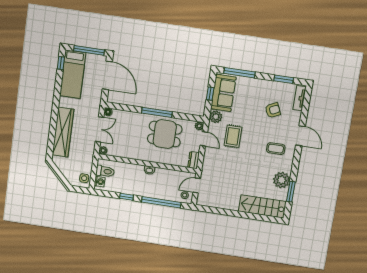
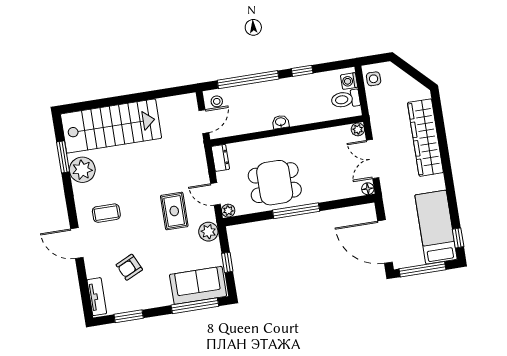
sofa: (223, 93) -> (198, 285), moved, turned 90
stairs: (262, 206) -> (111, 126), width x1.36, depth x1.51

